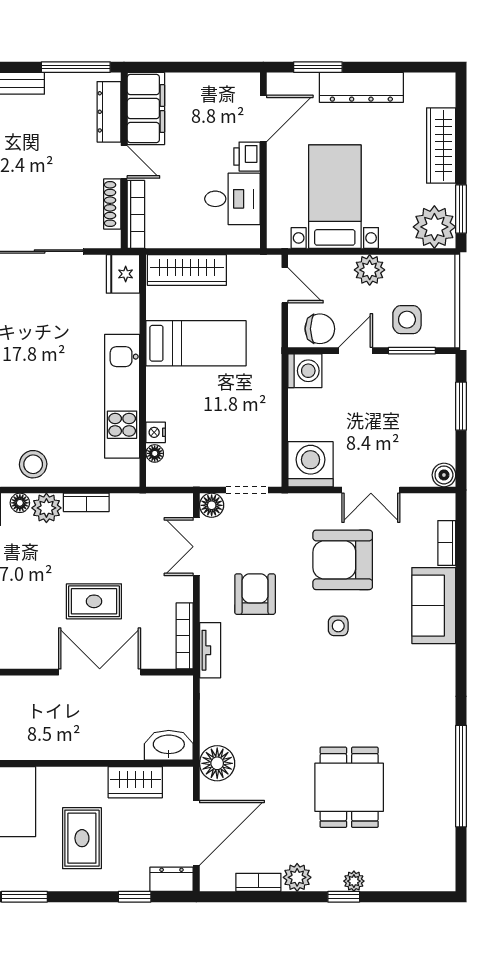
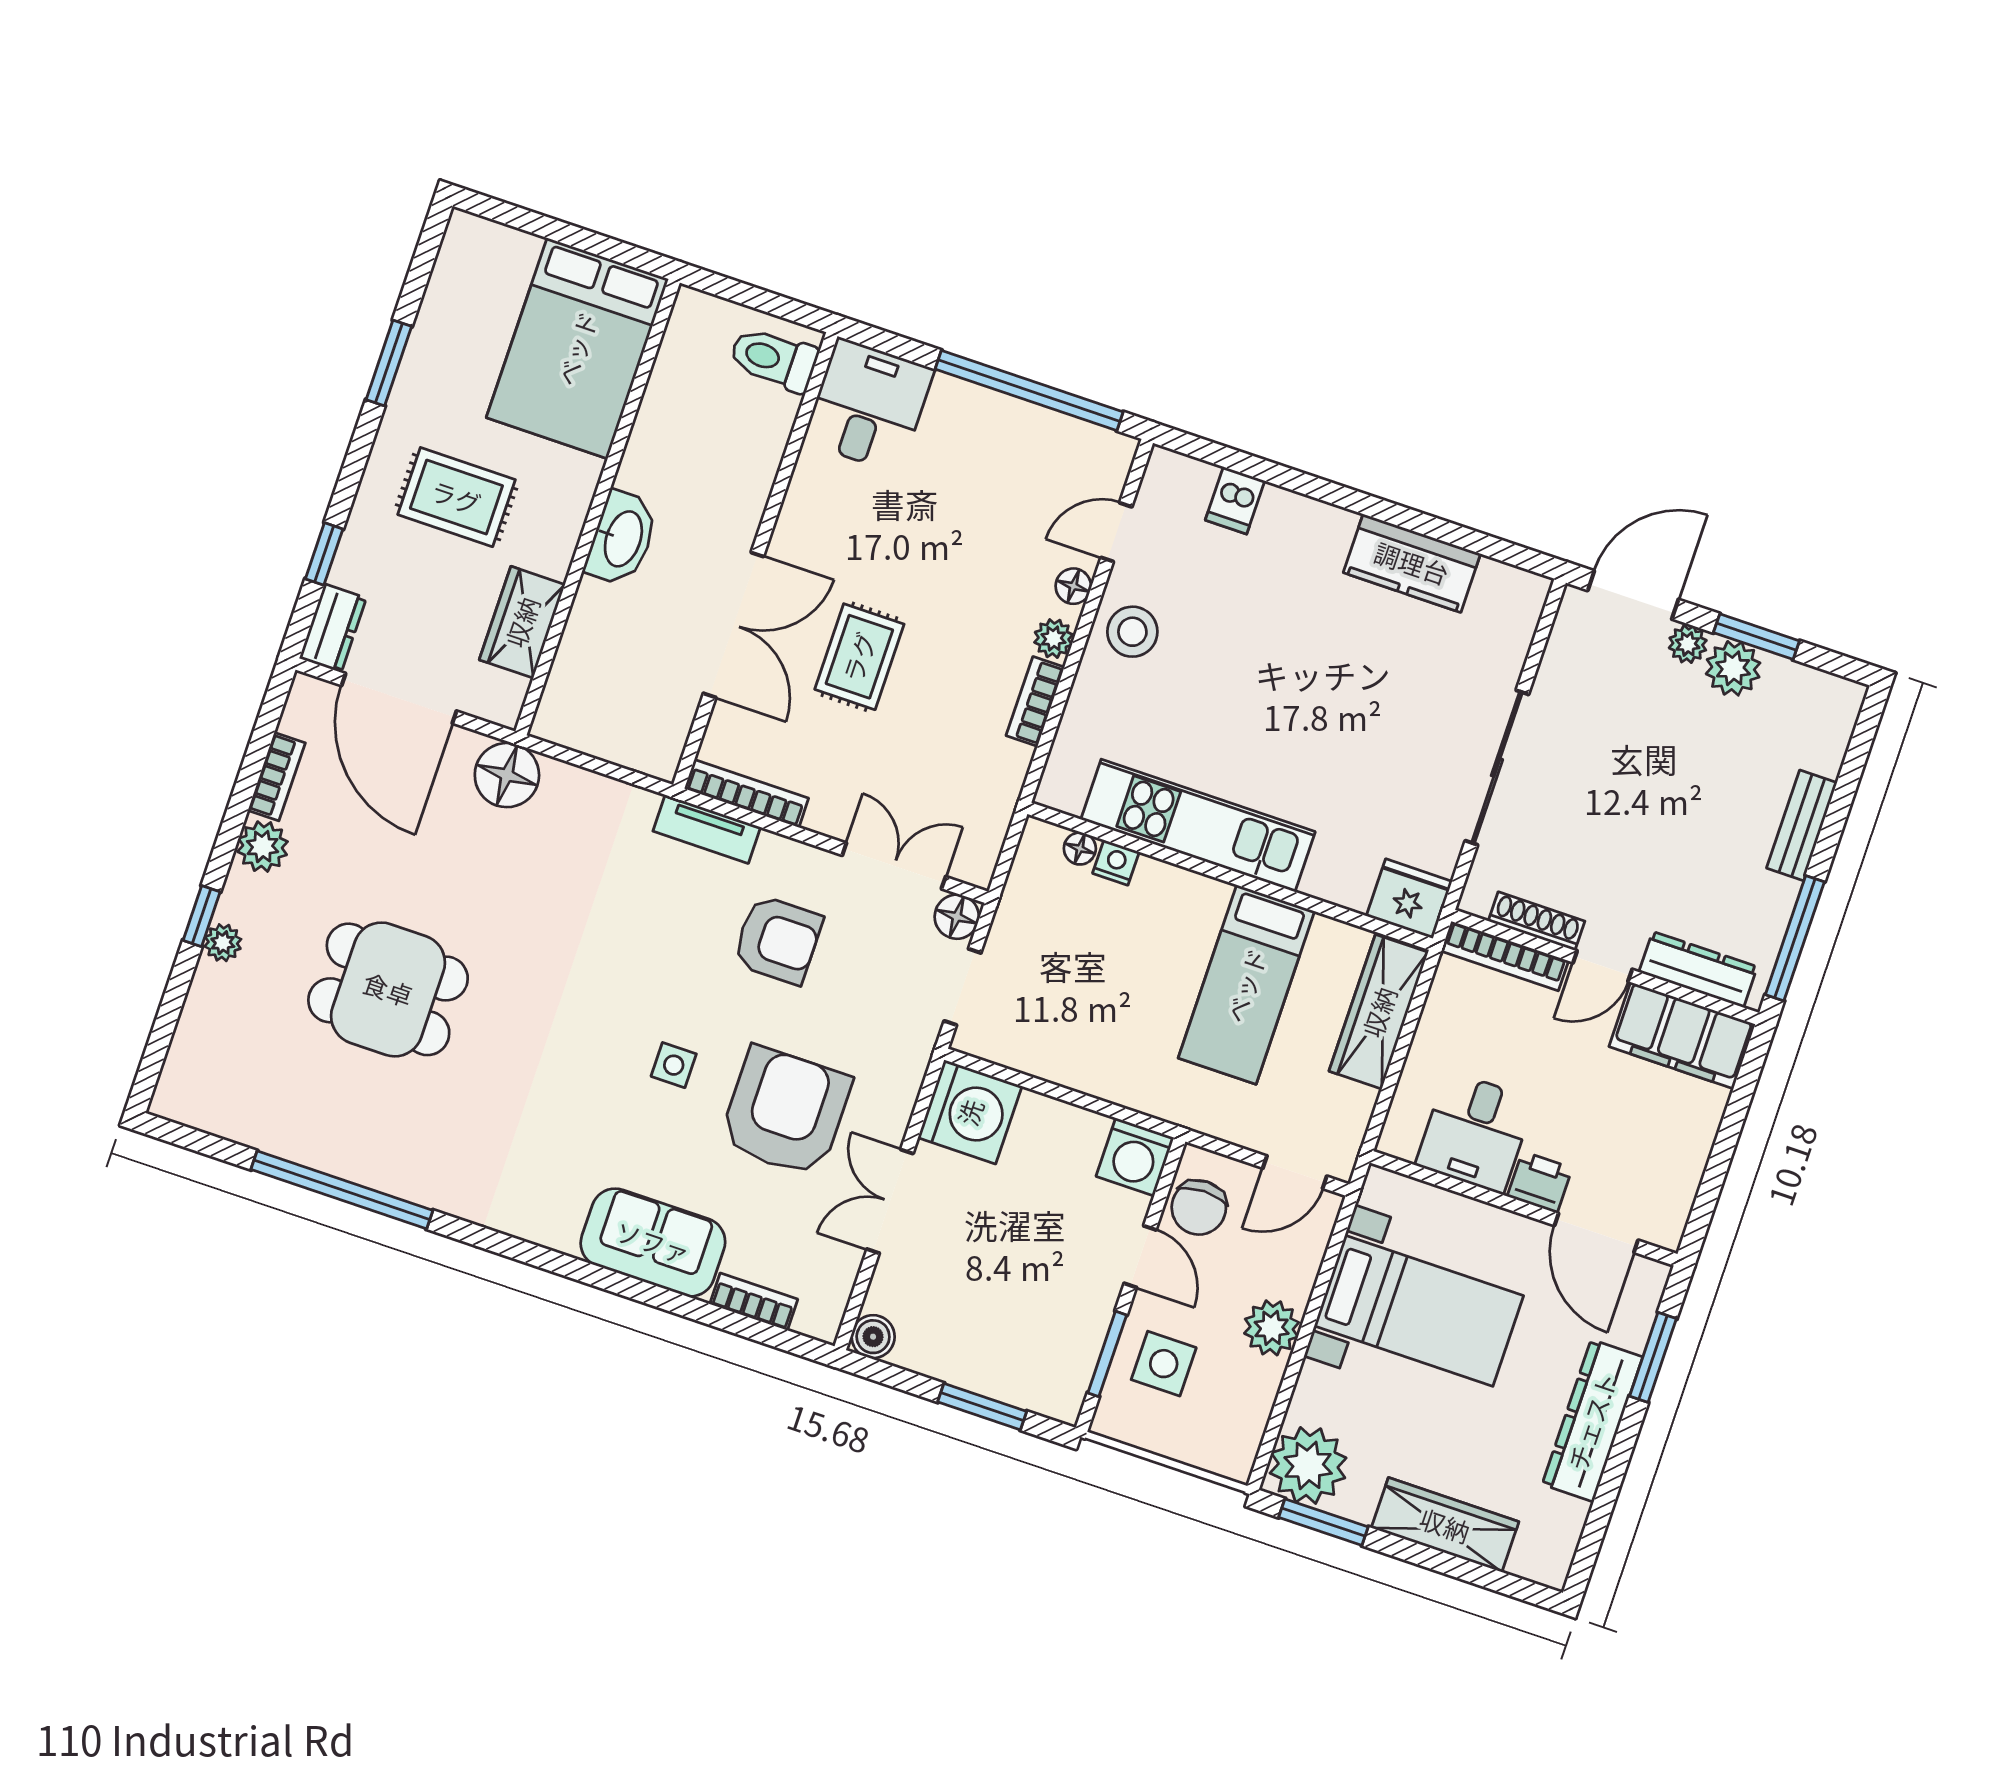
plant: (46, 508) -> (1054, 639), width x0.73, depth x0.73
washbasin: (169, 745) -> (622, 538), moved

